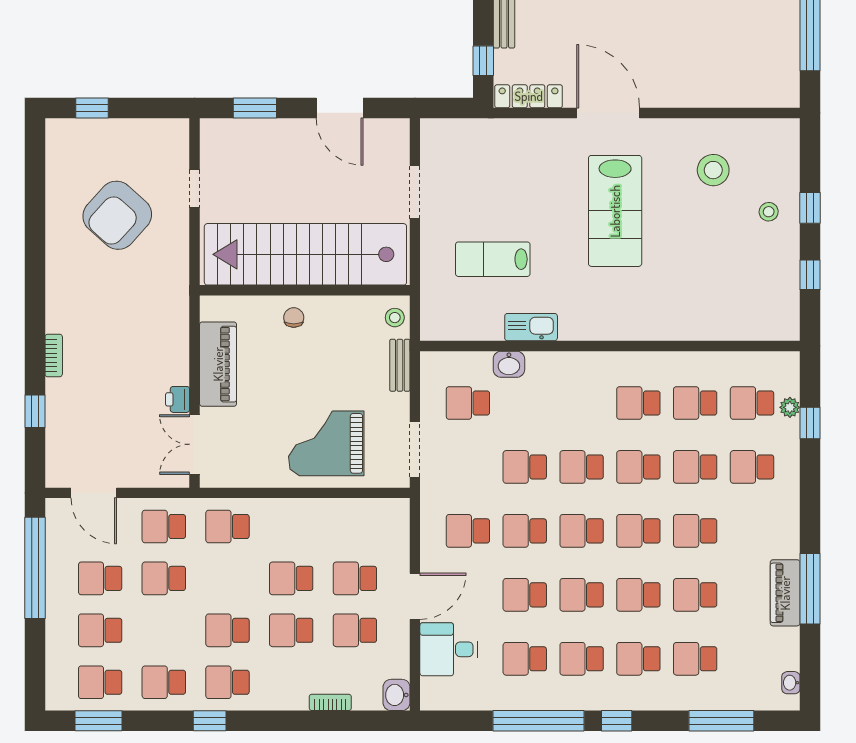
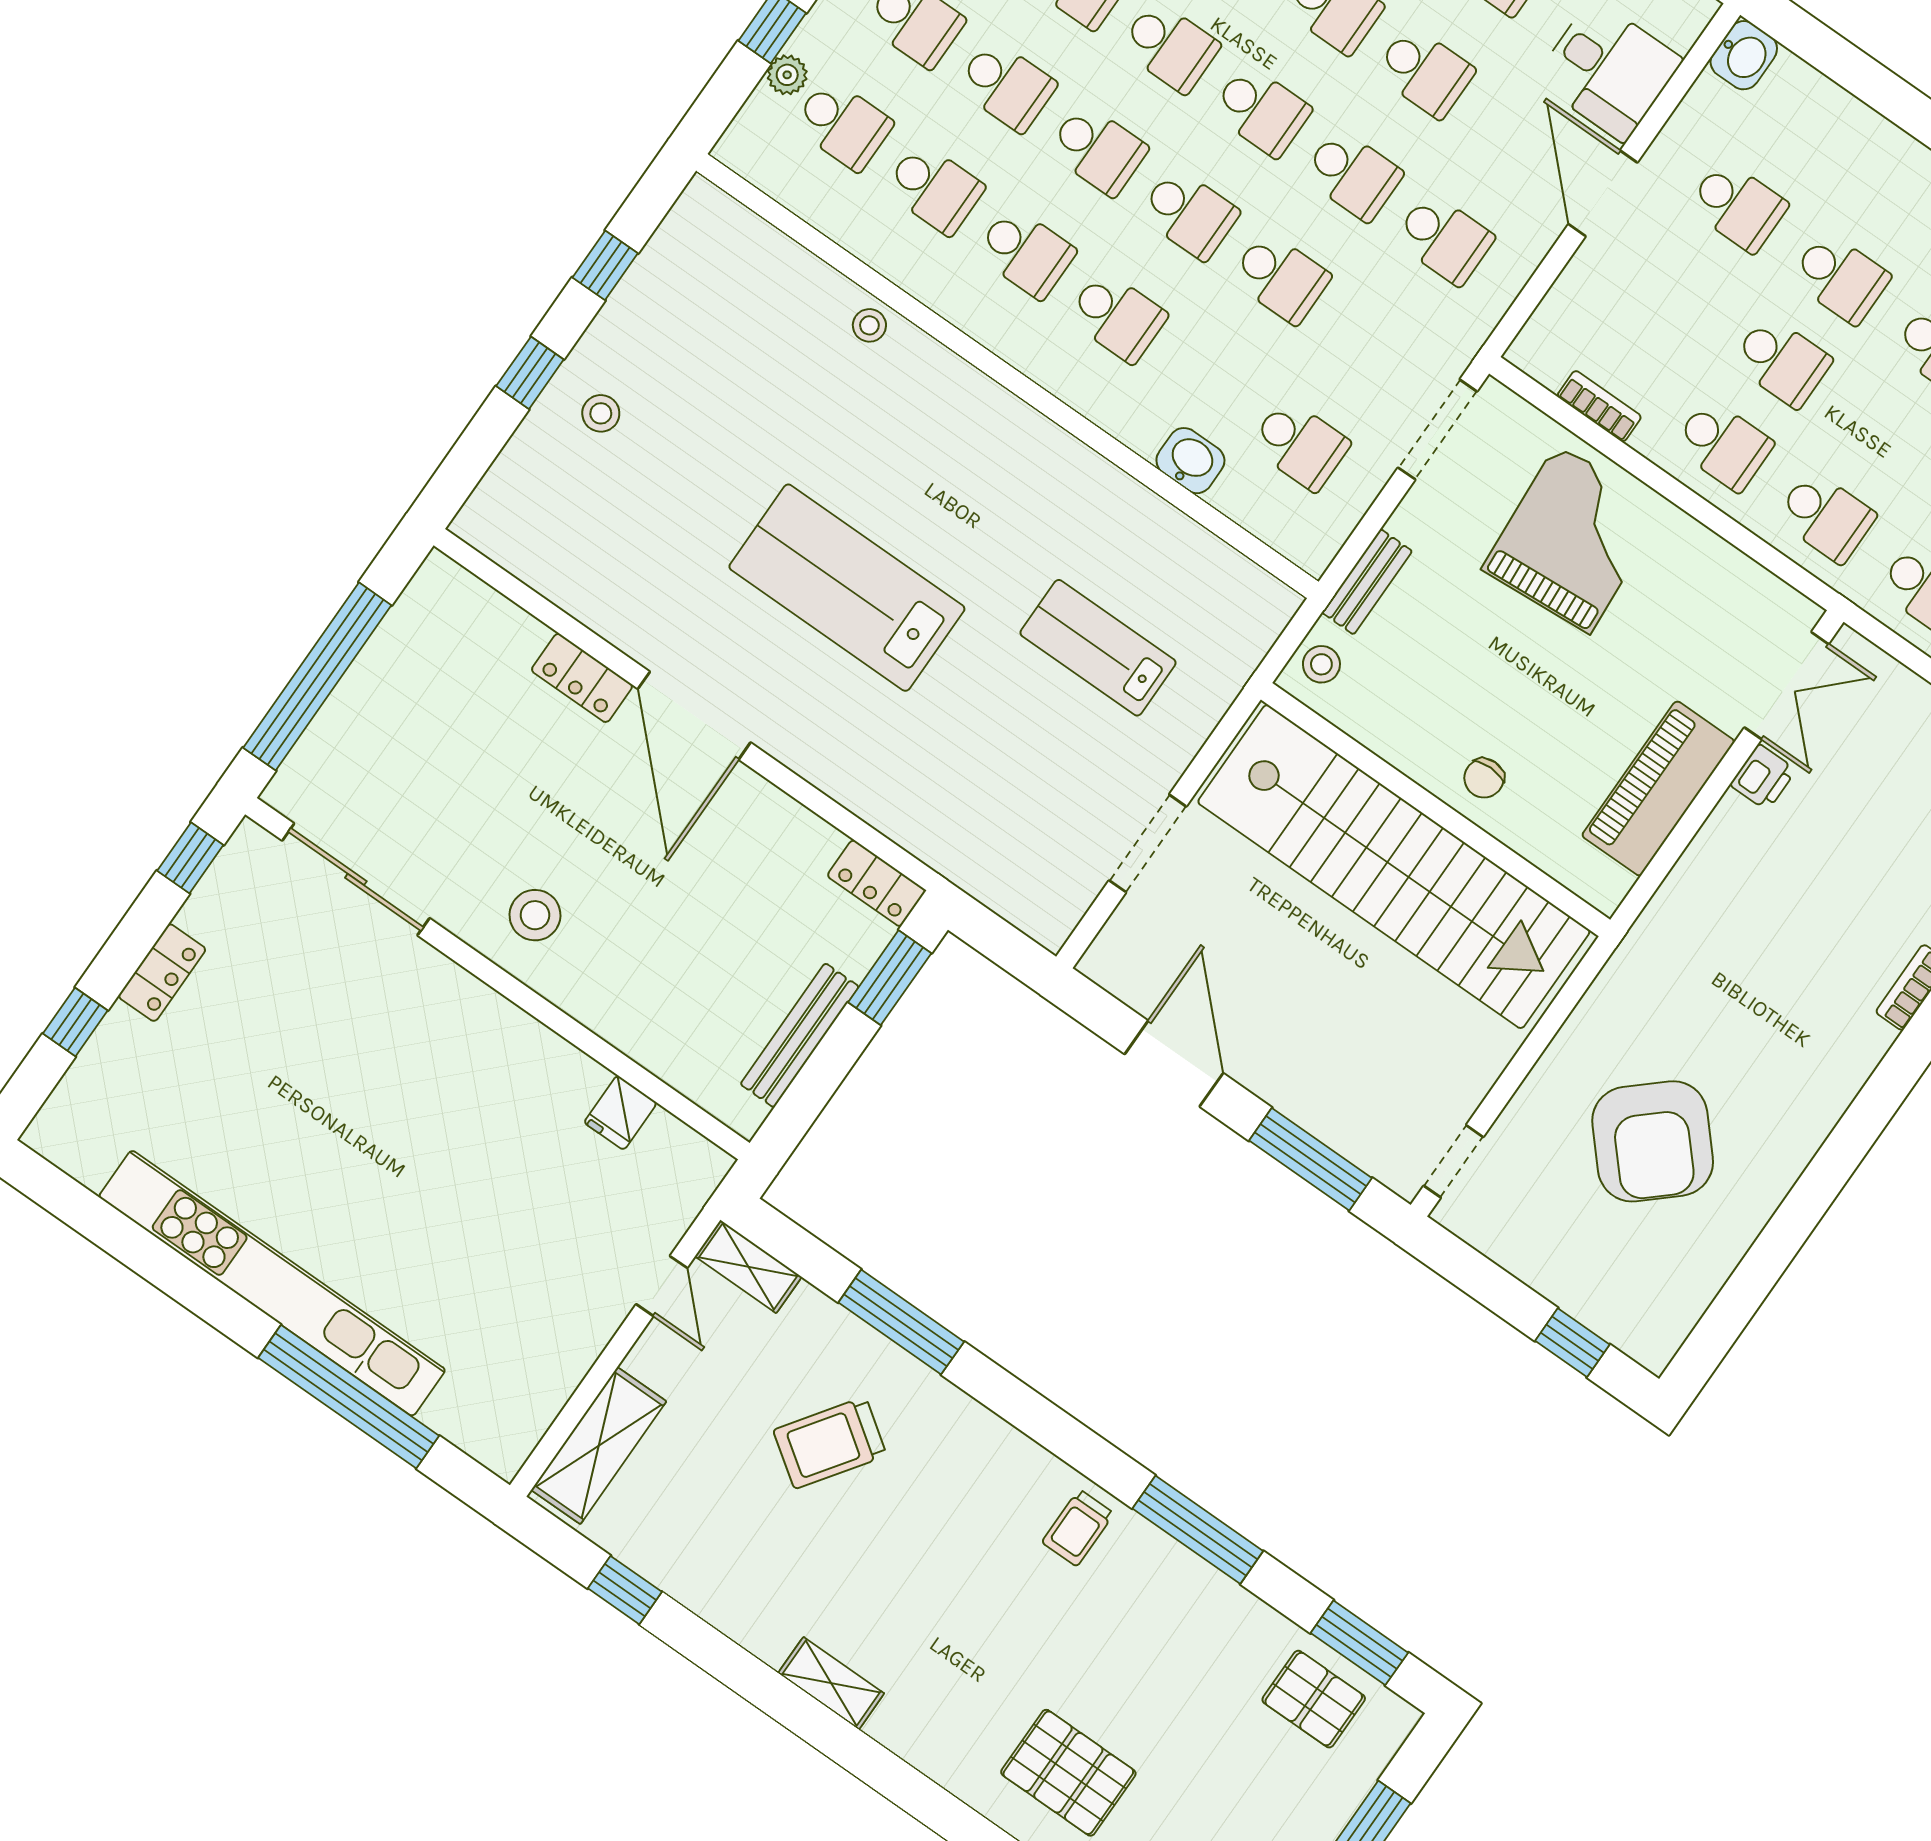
window: (483, 61) -> (890, 978), width x1.50
locker: (529, 96) -> (876, 883), width x0.66
locker: (699, 96) -> (582, 678), added
window: (255, 108) -> (1310, 1159), width x1.44
door: (608, 113) -> (694, 716), moved
stool: (713, 170) -> (869, 325), moved, width x0.53, depth x0.53
doorway: (195, 189) -> (1453, 1161), moved
lab bench: (615, 211) -> (847, 588), turned -90
armchair: (117, 215) -> (1653, 1141), turned 96
lab bench: (493, 259) -> (1098, 648), turned 180
kitchen sink: (531, 327) -> (1113, 495), removed
school desk: (582, 403) -> (1117, 316), added
grand piano: (326, 443) -> (1573, 539), turned -94
school desk: (355, 578) -> (1723, 445), moved
door: (415, 596) -> (1603, 193), hinge flipped
bookcase: (330, 702) -> (1599, 406), moved, turned 180

